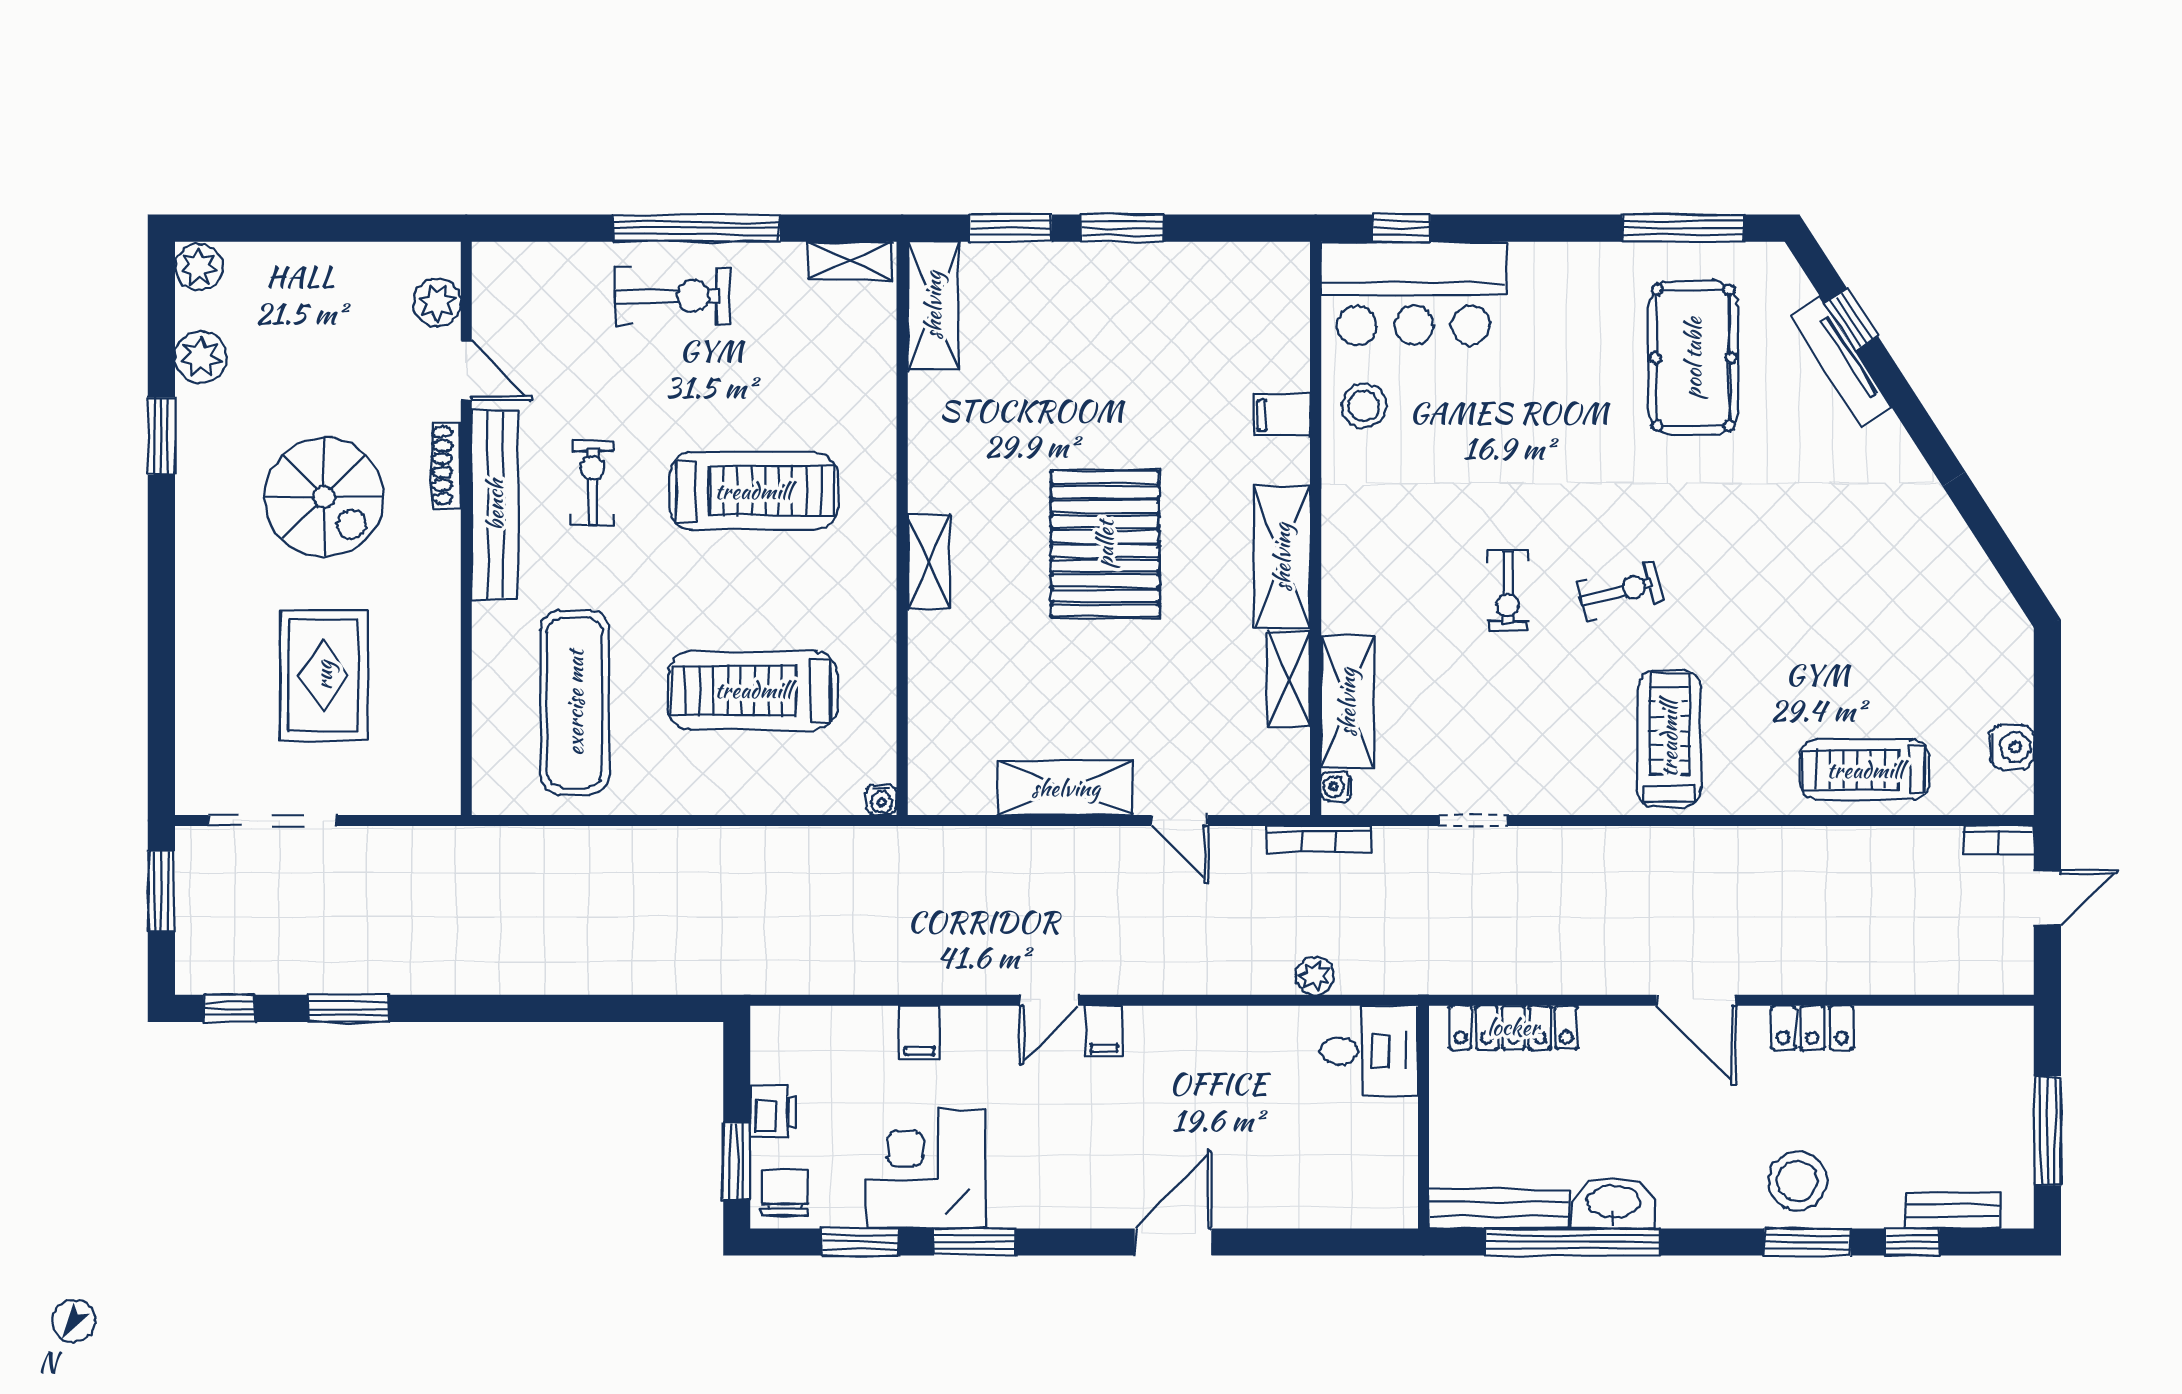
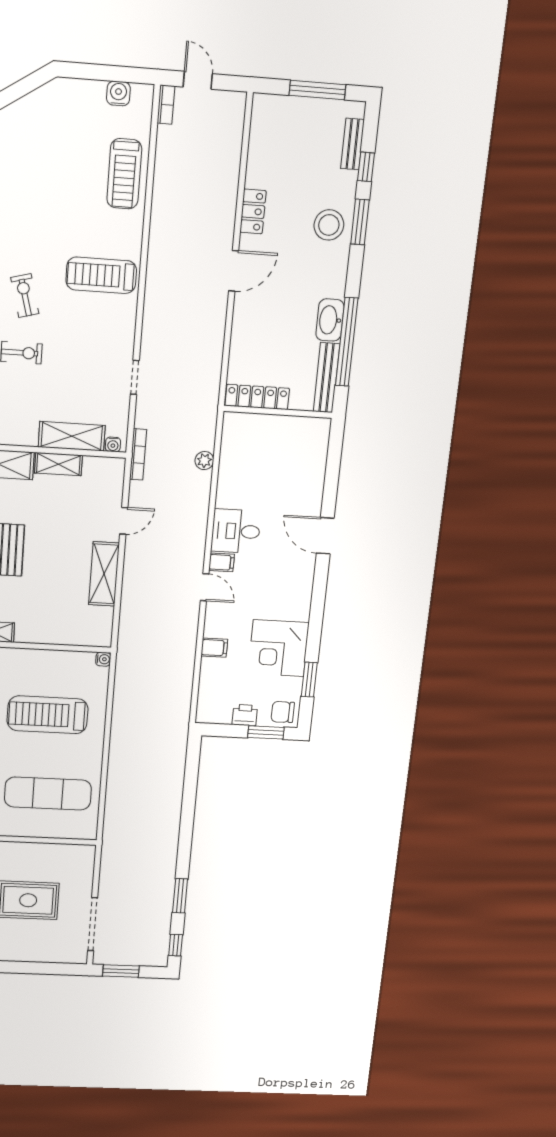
treadmill: (753, 690) -> (48, 715), turned 90
locker: (1513, 1027) -> (257, 397), moved, turned -90
desk: (1369, 1051) -> (236, 531), moved, turned -90
window: (975, 1242) -> (315, 628), removed

